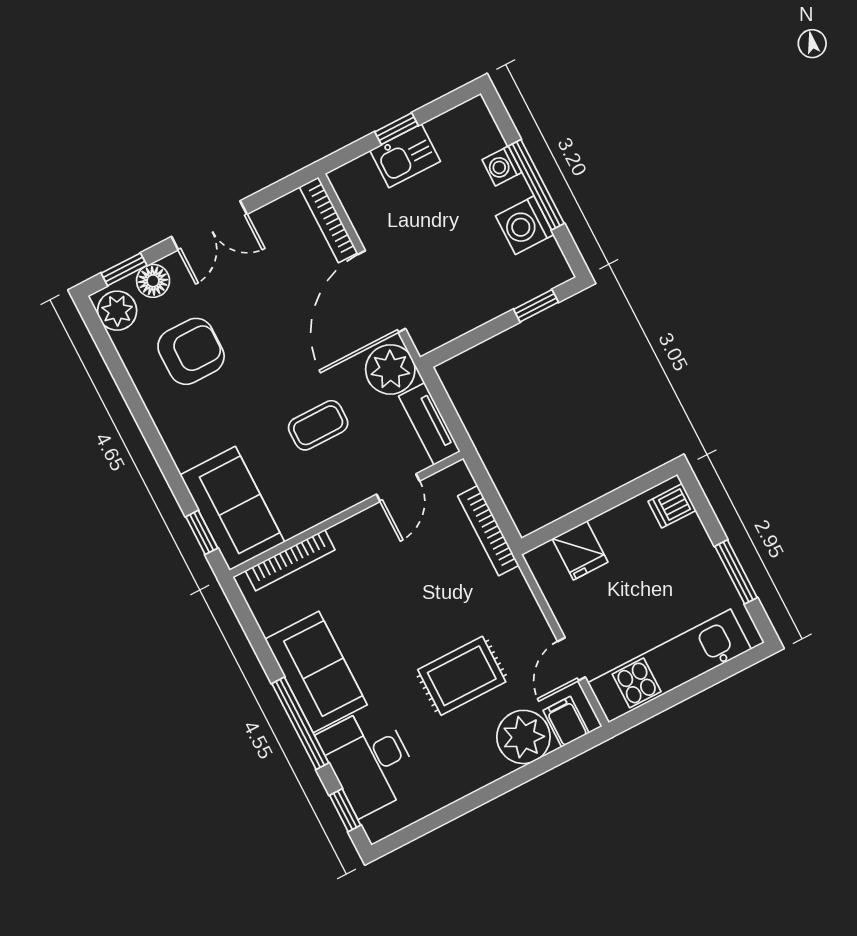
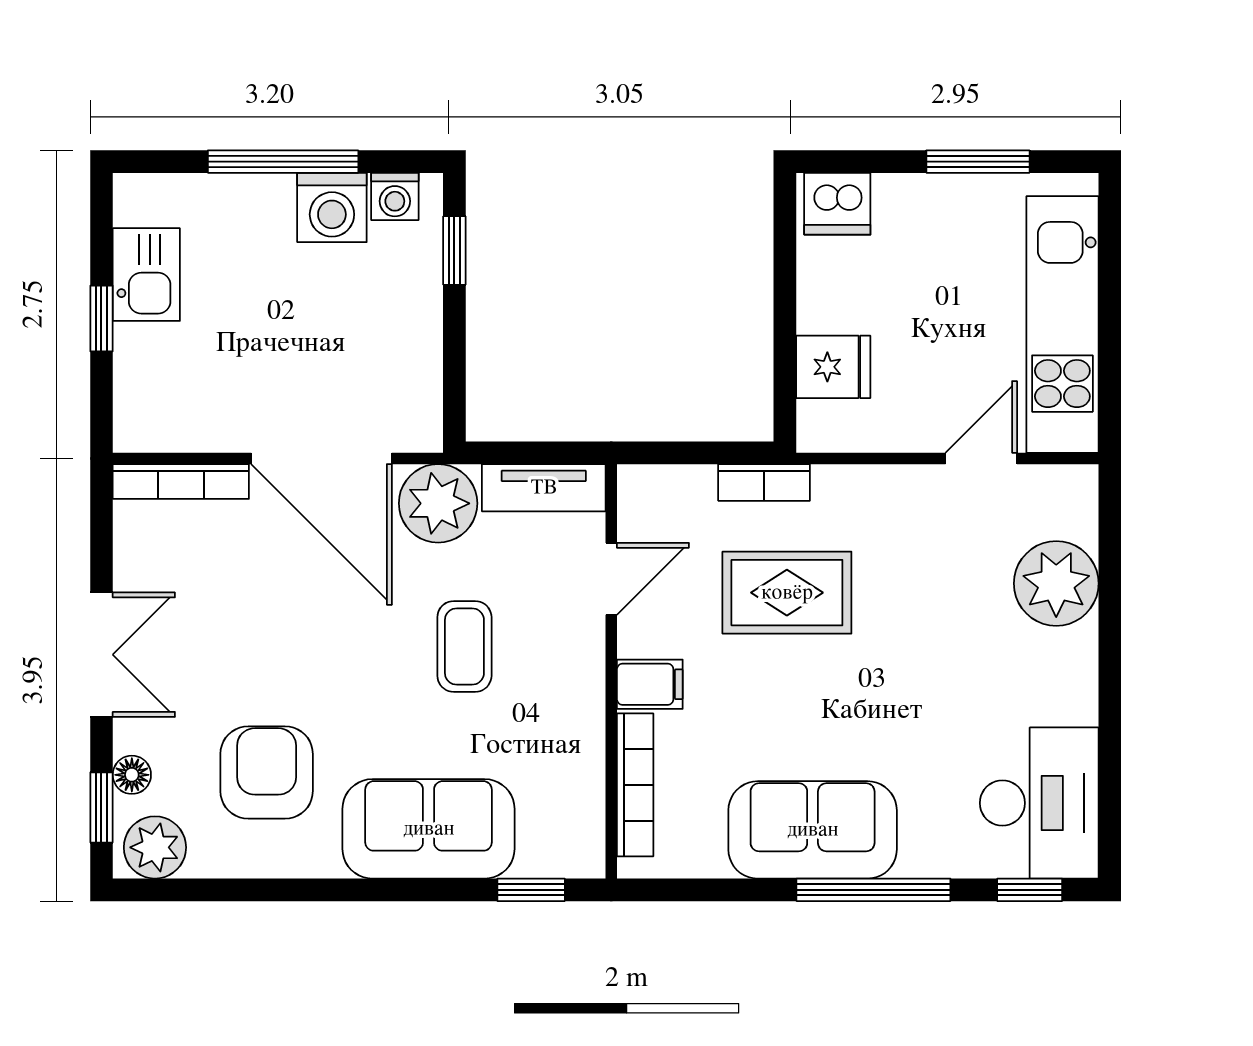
kitchen sink: (405, 156) -> (146, 275), moved
washing machine: (502, 166) -> (395, 196), moved
floor lamp: (153, 281) -> (132, 775), width x0.73, depth x0.73
door: (398, 488) -> (611, 579), hinge flipped
dishwasher: (672, 506) -> (837, 204), width x1.38
sofa: (232, 508) -> (429, 829), moved
bookcase: (488, 531) -> (764, 482), width x0.64
door: (572, 659) -> (981, 458), swing flipped
rug: (462, 676) -> (787, 593), moved, turned 90
filing cabinet: (566, 722) -> (650, 684), moved, turned 180
desk: (369, 761) -> (1039, 803), moved, turned -90

